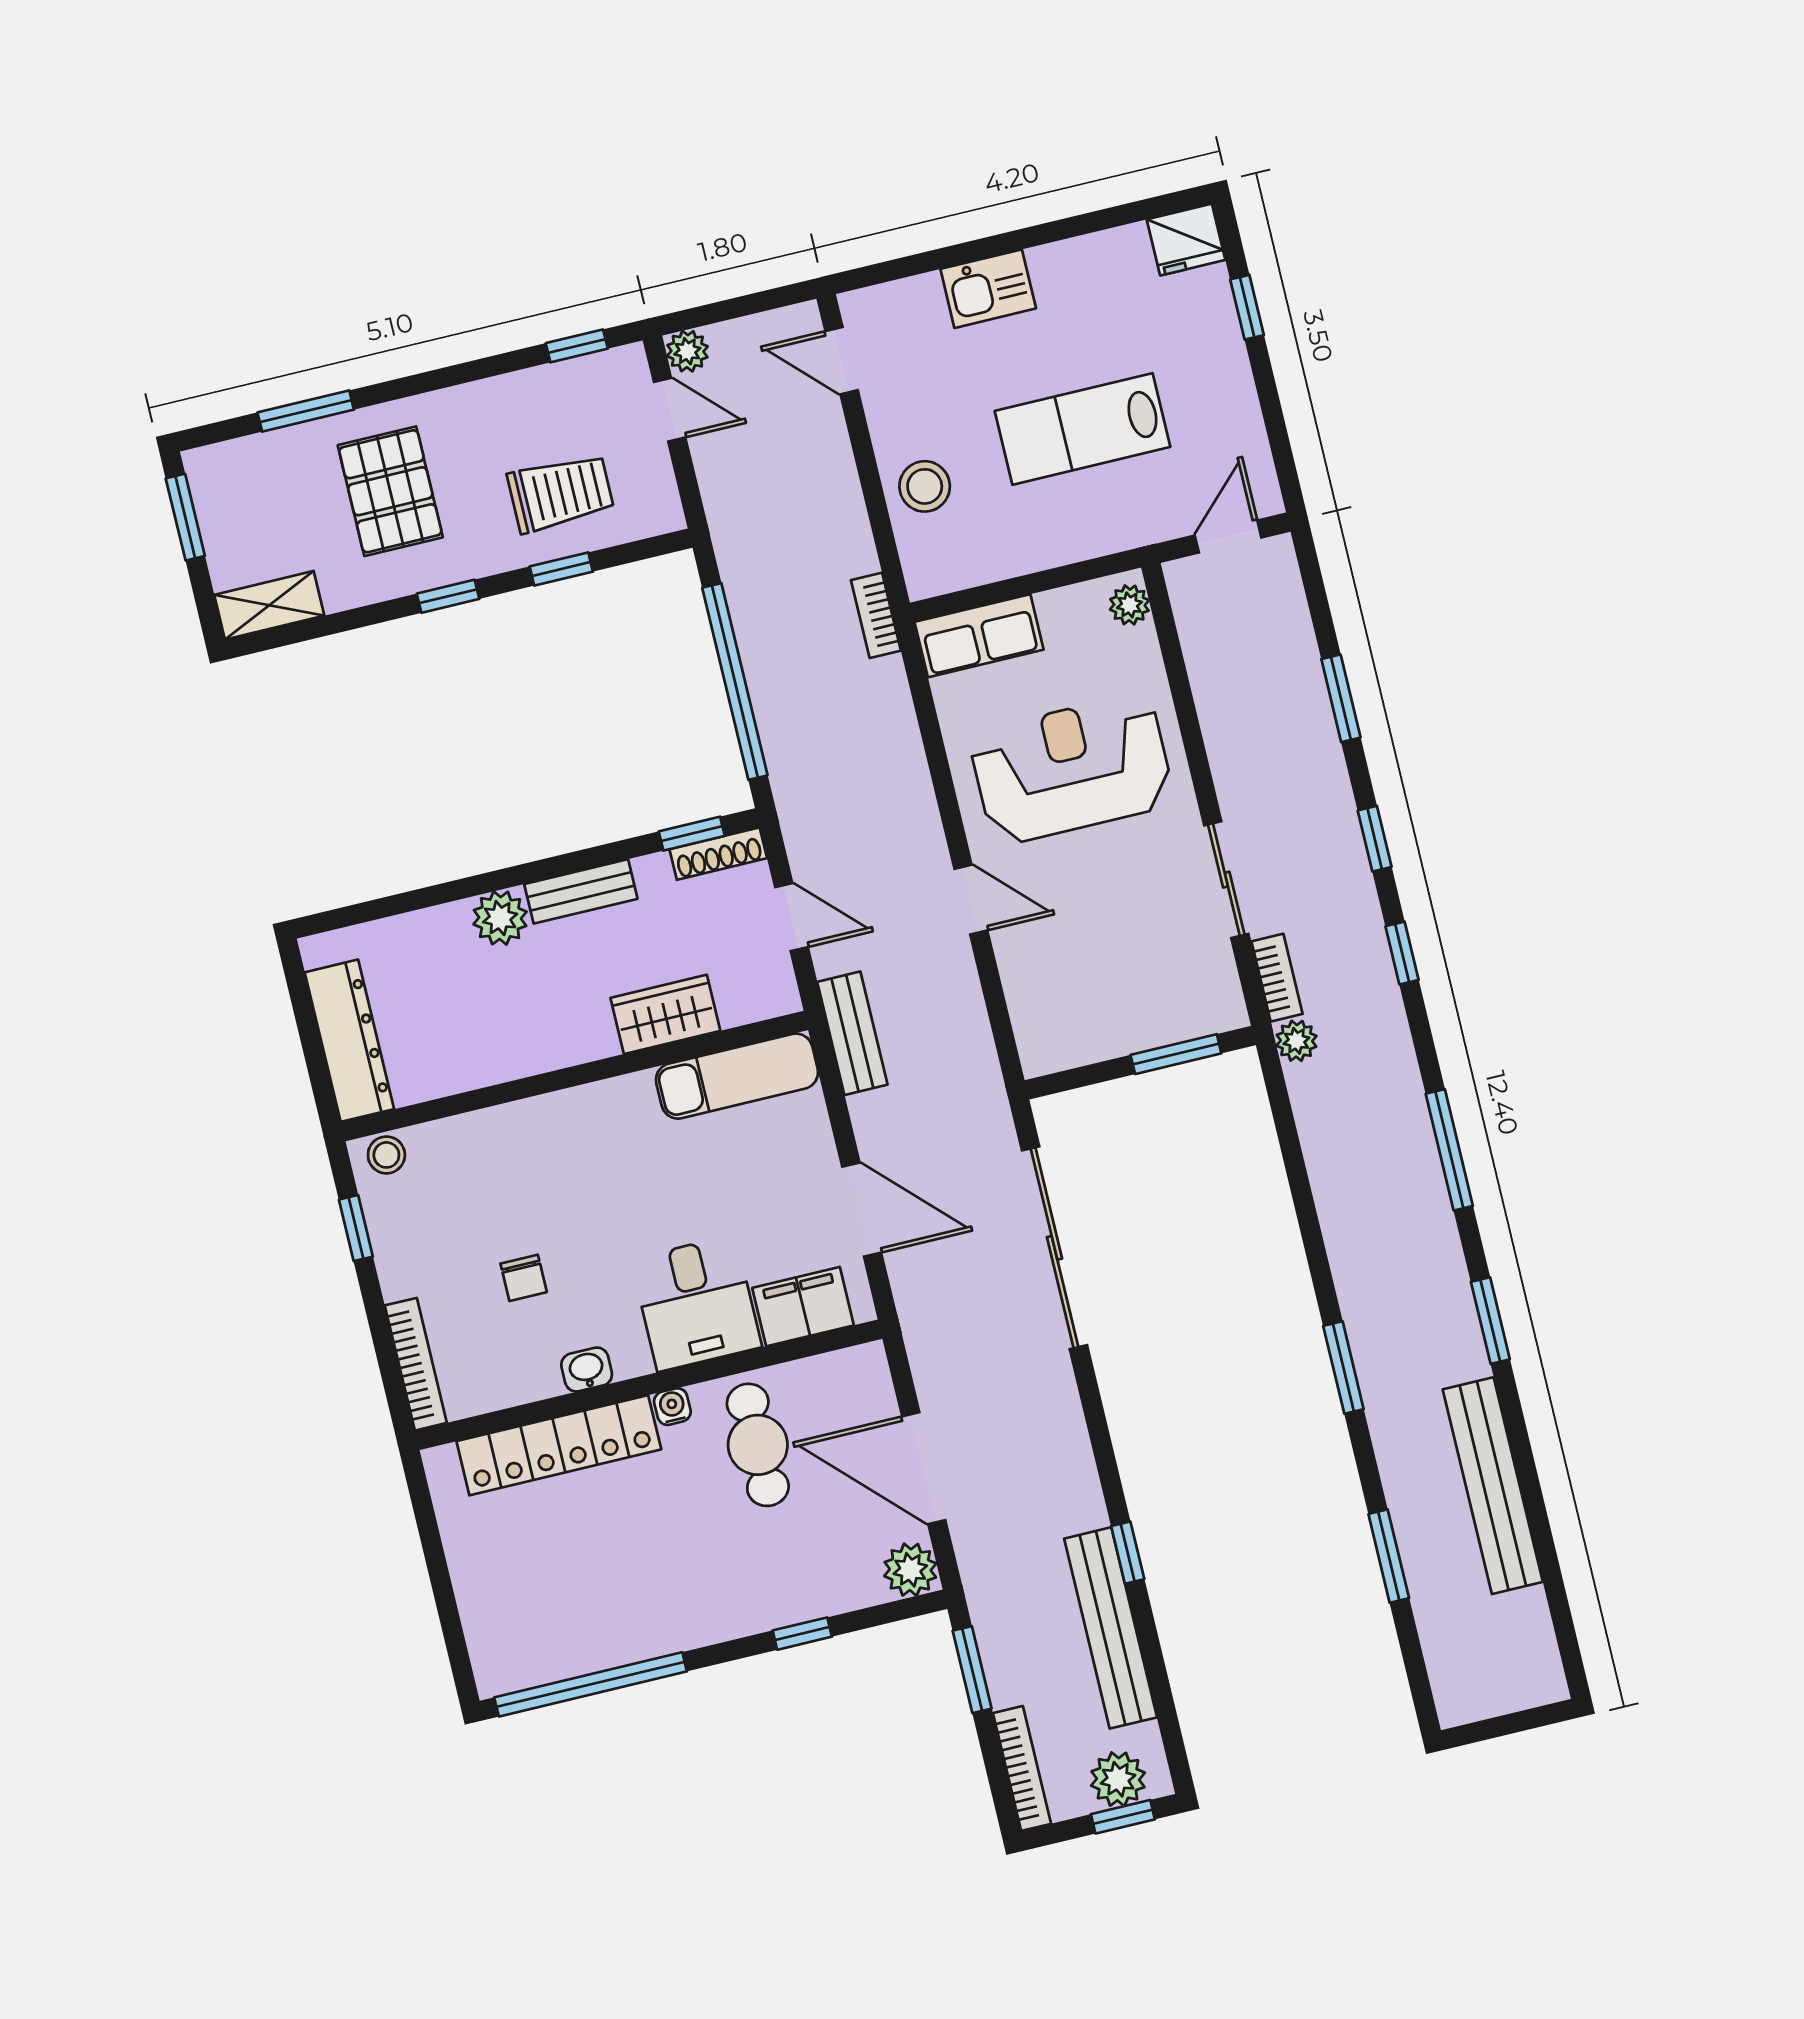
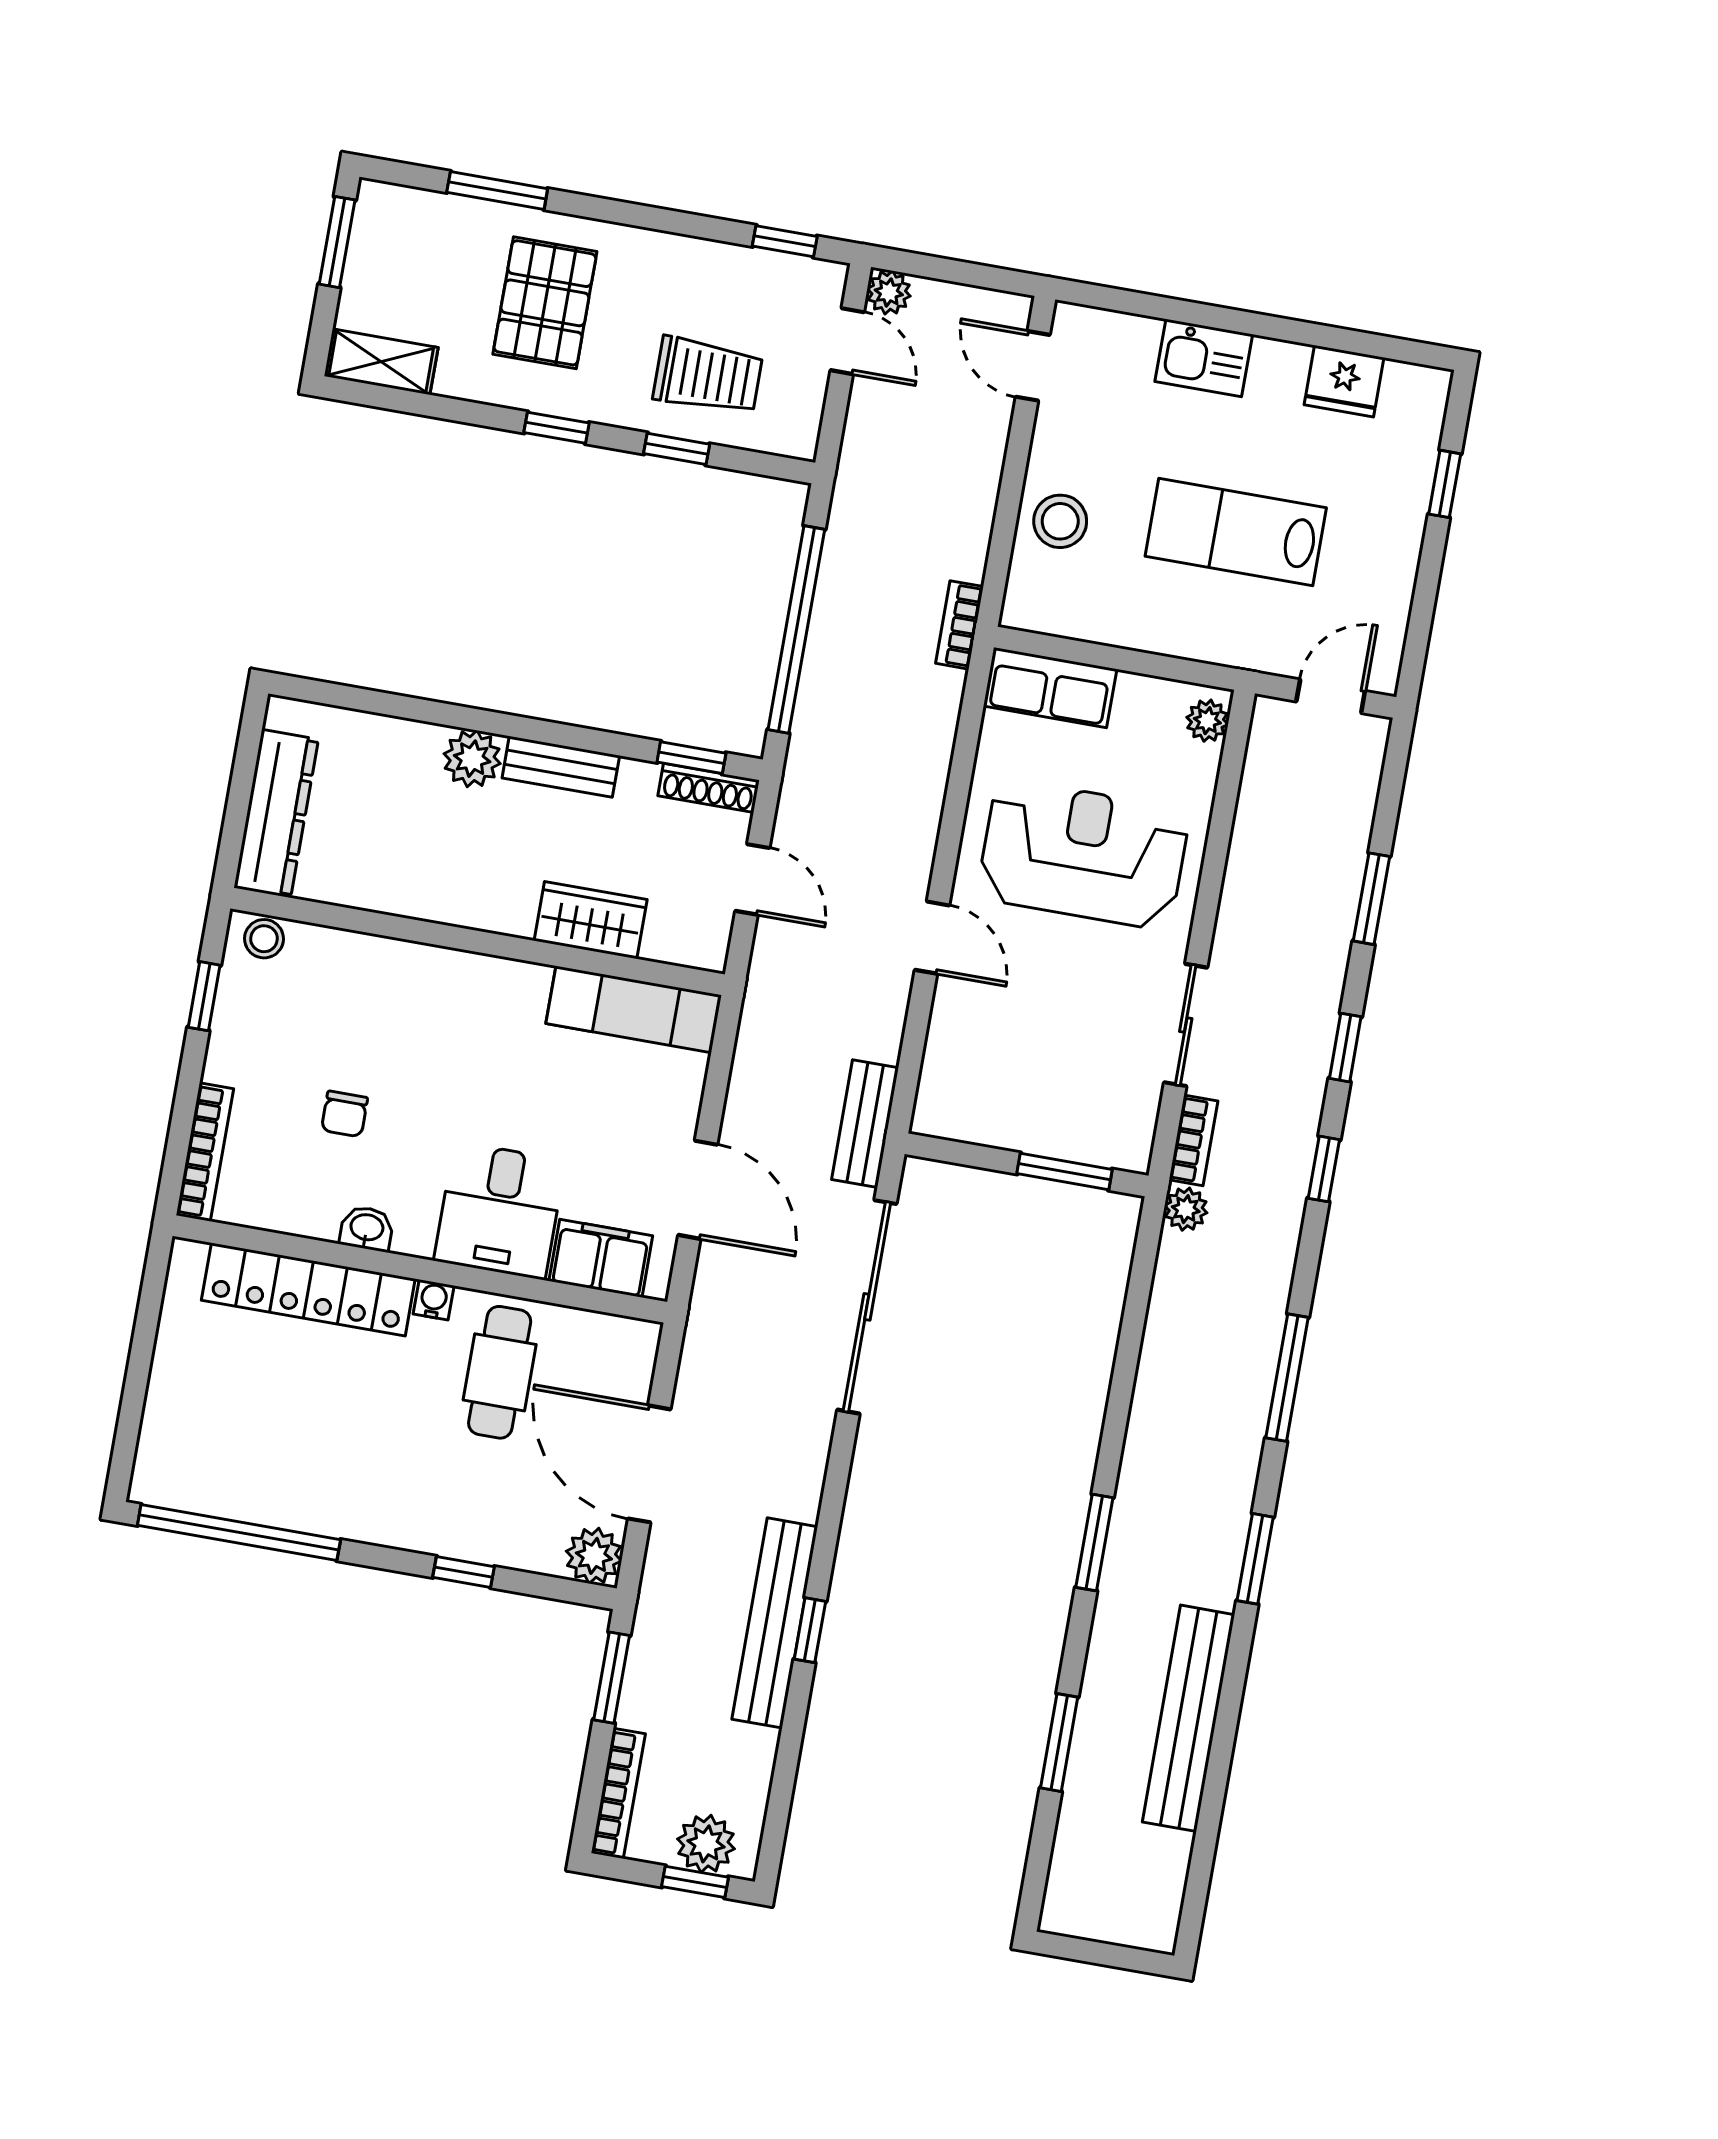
fridge: (1186, 240) -> (1344, 381), moved
bench: (852, 1033) -> (865, 1124), moved
bench: (1111, 1628) -> (775, 1623), moved

